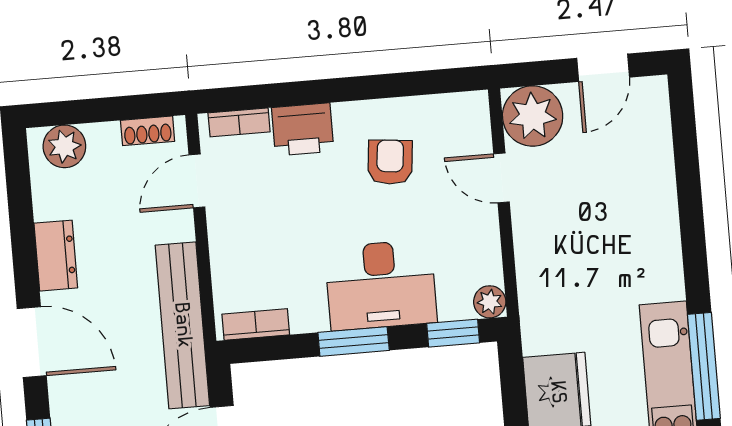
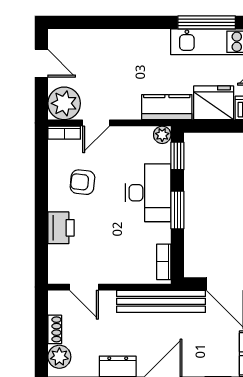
bookcase: (239, 122) -> (64, 133), moved, turned 90
shoe rack: (148, 131) -> (55, 329), moved
kitchen counter: (542, 306) -> (167, 107), added

